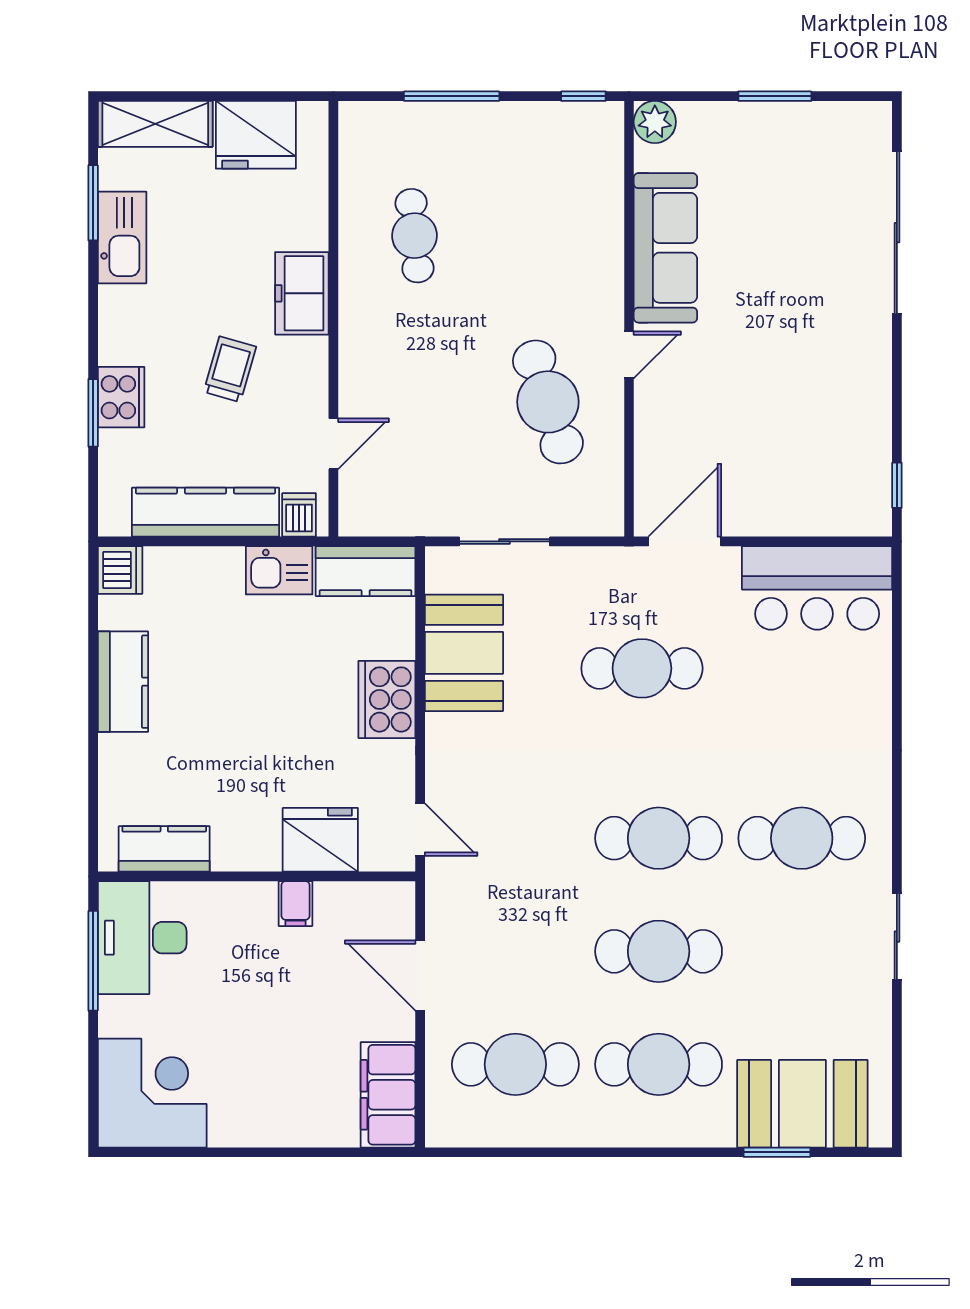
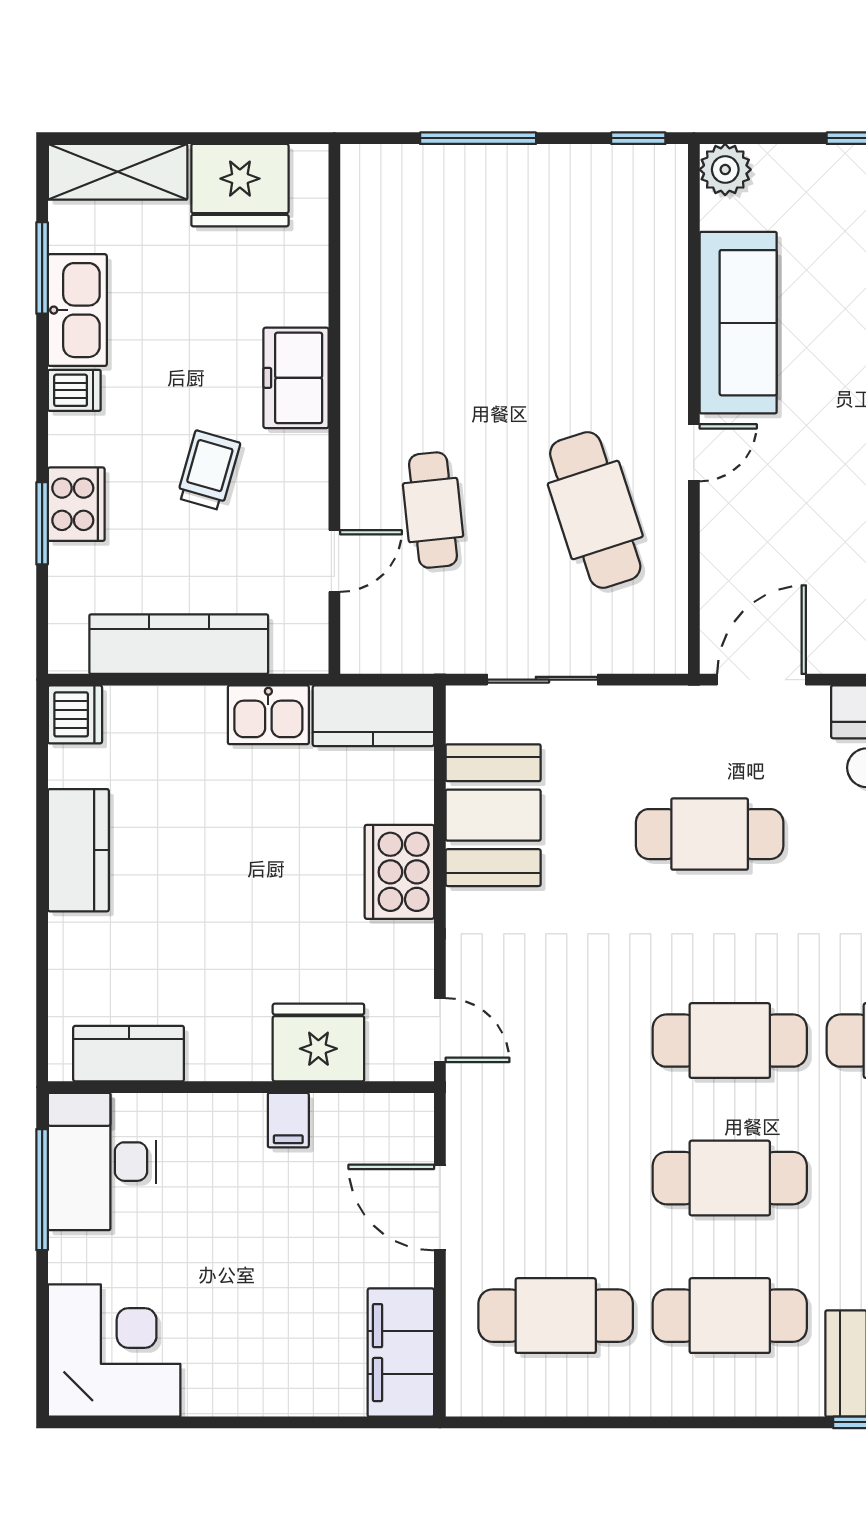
cafe table: (415, 236) -> (433, 510), moved
dishwasher: (299, 515) -> (74, 390), moved, turned 90

